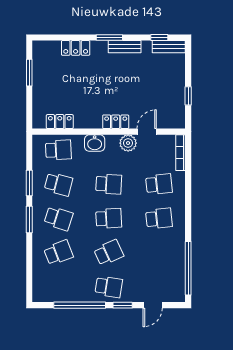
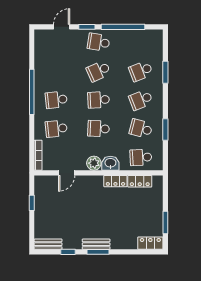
window: (159, 37) -> (68, 252), moved
bench: (125, 47) -> (96, 244), moved
locker: (76, 48) -> (150, 243), moved
locker: (116, 122) -> (115, 181), moved
plant: (128, 143) -> (94, 163), moved
school desk: (58, 218) -> (141, 100), turned -39
window: (29, 220) -> (165, 72), moved
window: (188, 268) -> (32, 92), moved

